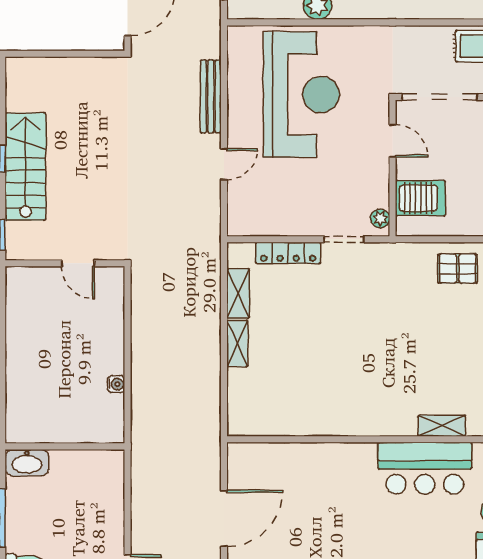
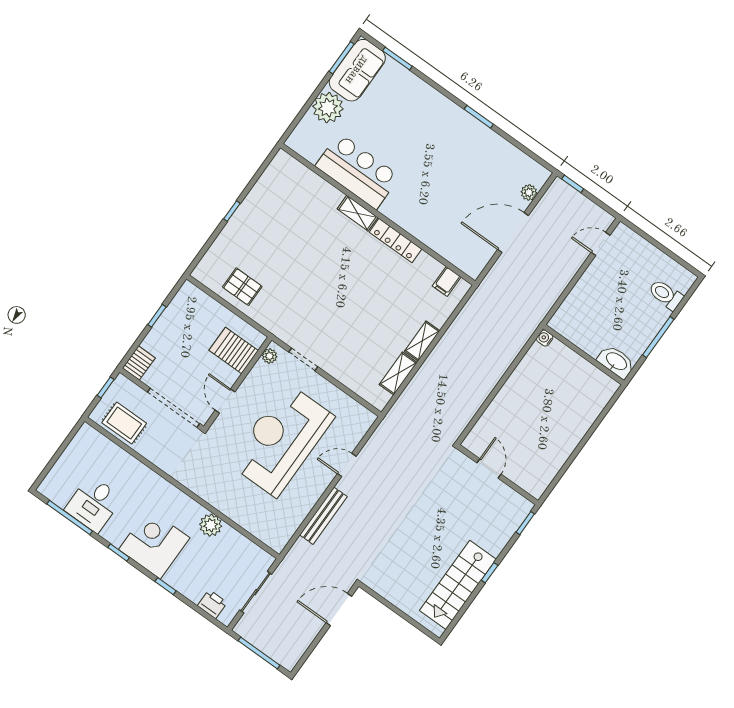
reception desk: (301, 95) -> (281, 440), moved
stairs: (25, 167) -> (458, 585), moved
locker: (288, 253) -> (395, 241), moved, turned 180
water cooler: (116, 384) -> (545, 338), moved
filing cabinet: (256, 421) -> (447, 281), added
shelving: (442, 426) -> (357, 213), moved

